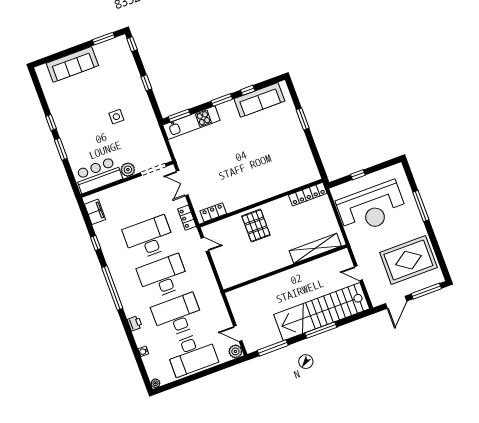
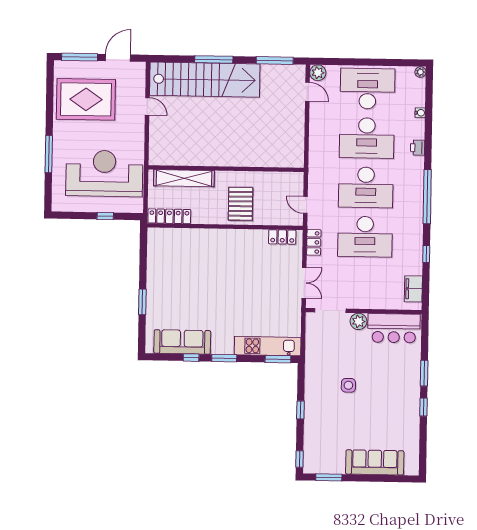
shelving: (315, 248) -> (184, 178), moved
wall: (285, 269) -> (226, 169), moved

